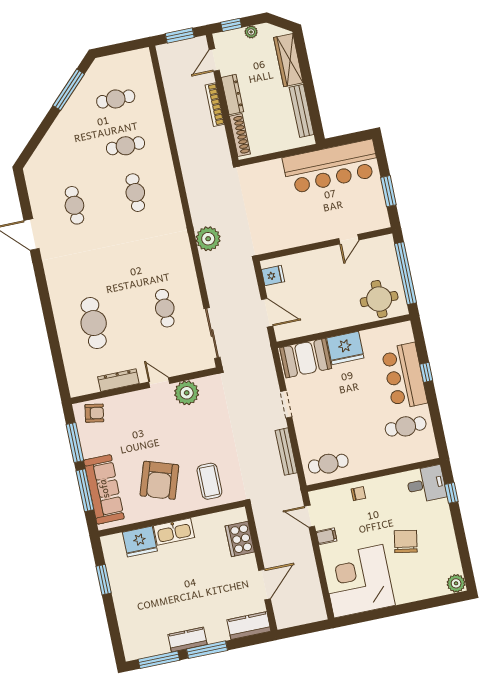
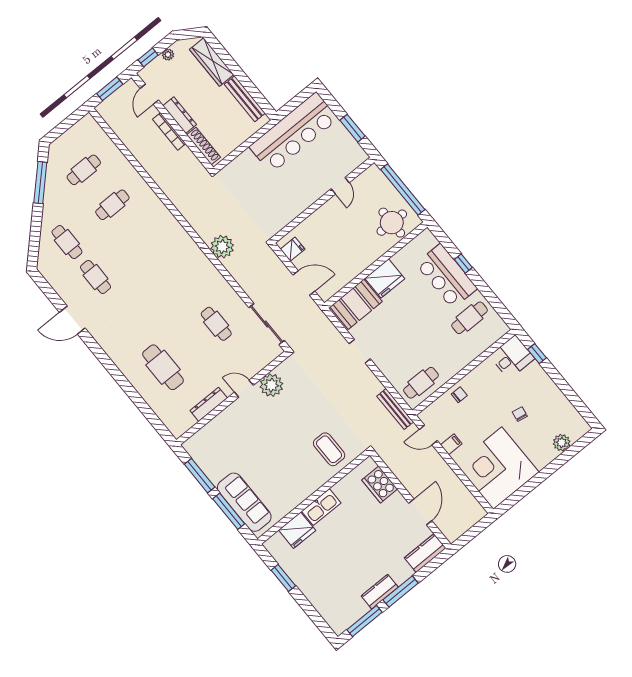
cafe table: (135, 193) -> (67, 242), moved
armchair: (94, 413) -> (203, 442), removed
bench: (286, 452) -> (395, 409), moved
armchair: (159, 480) -> (287, 470), removed
chair: (406, 541) -> (520, 414), width x0.54, depth x0.54
plant: (456, 583) -> (562, 443), moved

